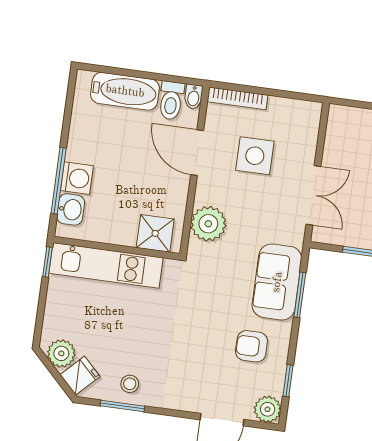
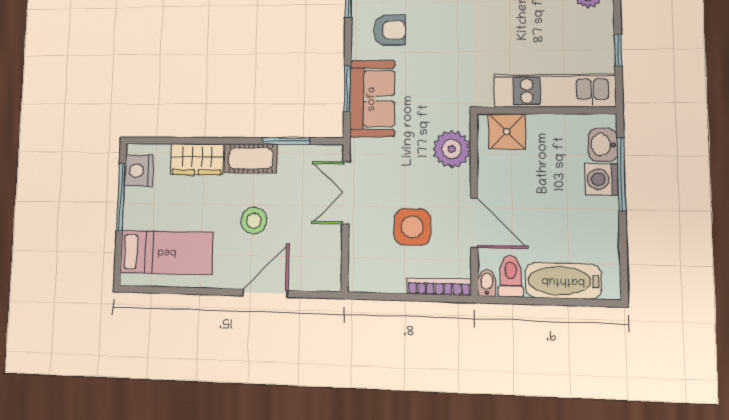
window: (47, 262) -> (618, 50), moved

